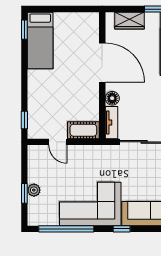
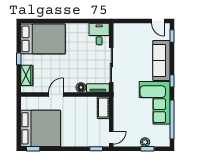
bed: (40, 40) -> (41, 128), width x2.04
door: (102, 62) -> (56, 94), width x0.53
door: (58, 142) -> (111, 138), moved

